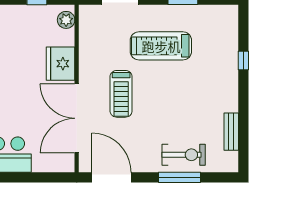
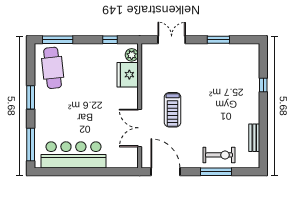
treadmill: (161, 46) -> (202, 74), removed
fridge: (61, 64) -> (128, 75), moved
double door: (77, 118) -> (140, 128), width x0.73

